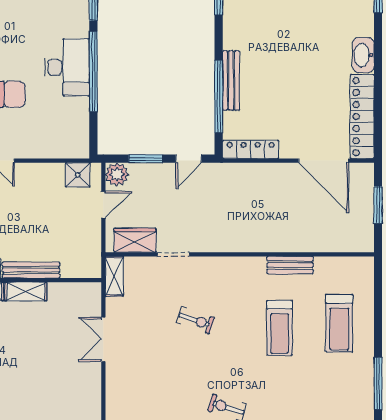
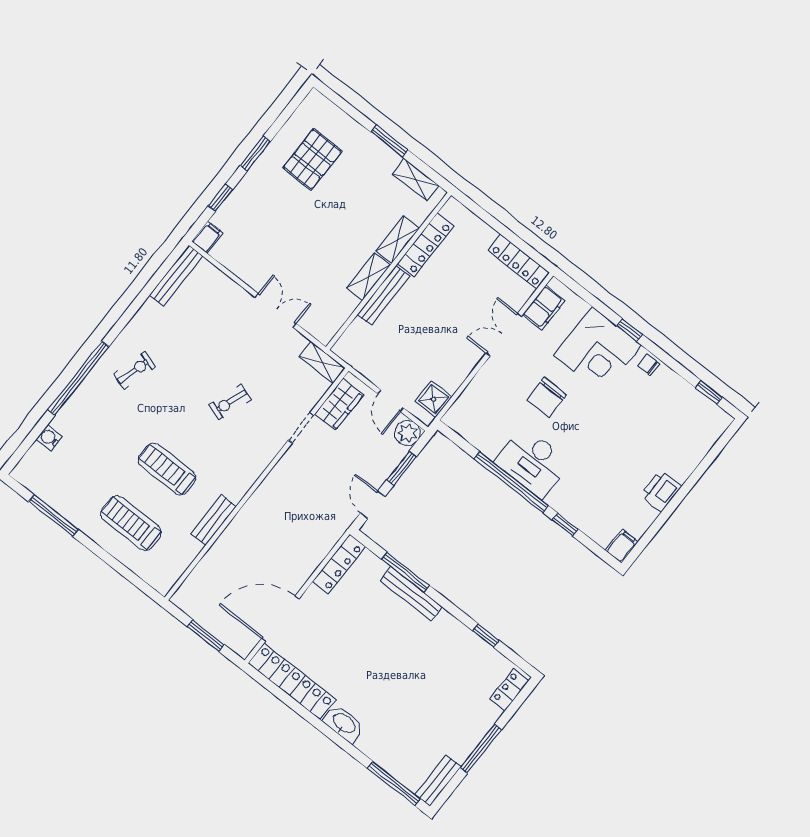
window: (219, 96) -> (406, 572), width x0.68

